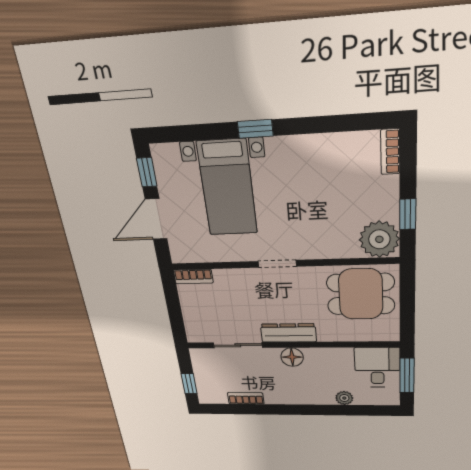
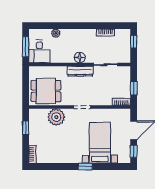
plant: (379, 239) -> (56, 117), moved
window: (173, 303) -> (134, 88), added

